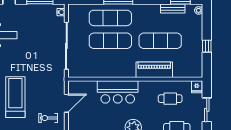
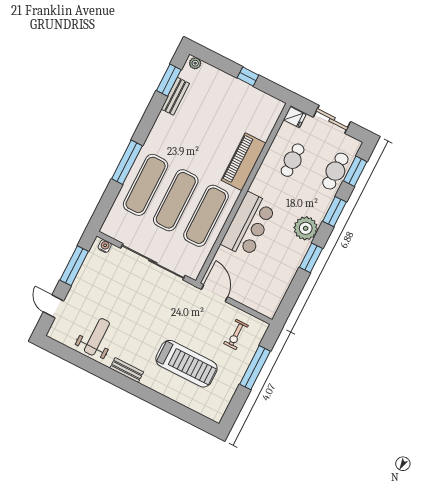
exercise mat: (160, 41) -> (206, 216), moved
treadmill: (15, 97) -> (186, 364), turned 180
door: (66, 103) -> (214, 293), moved

